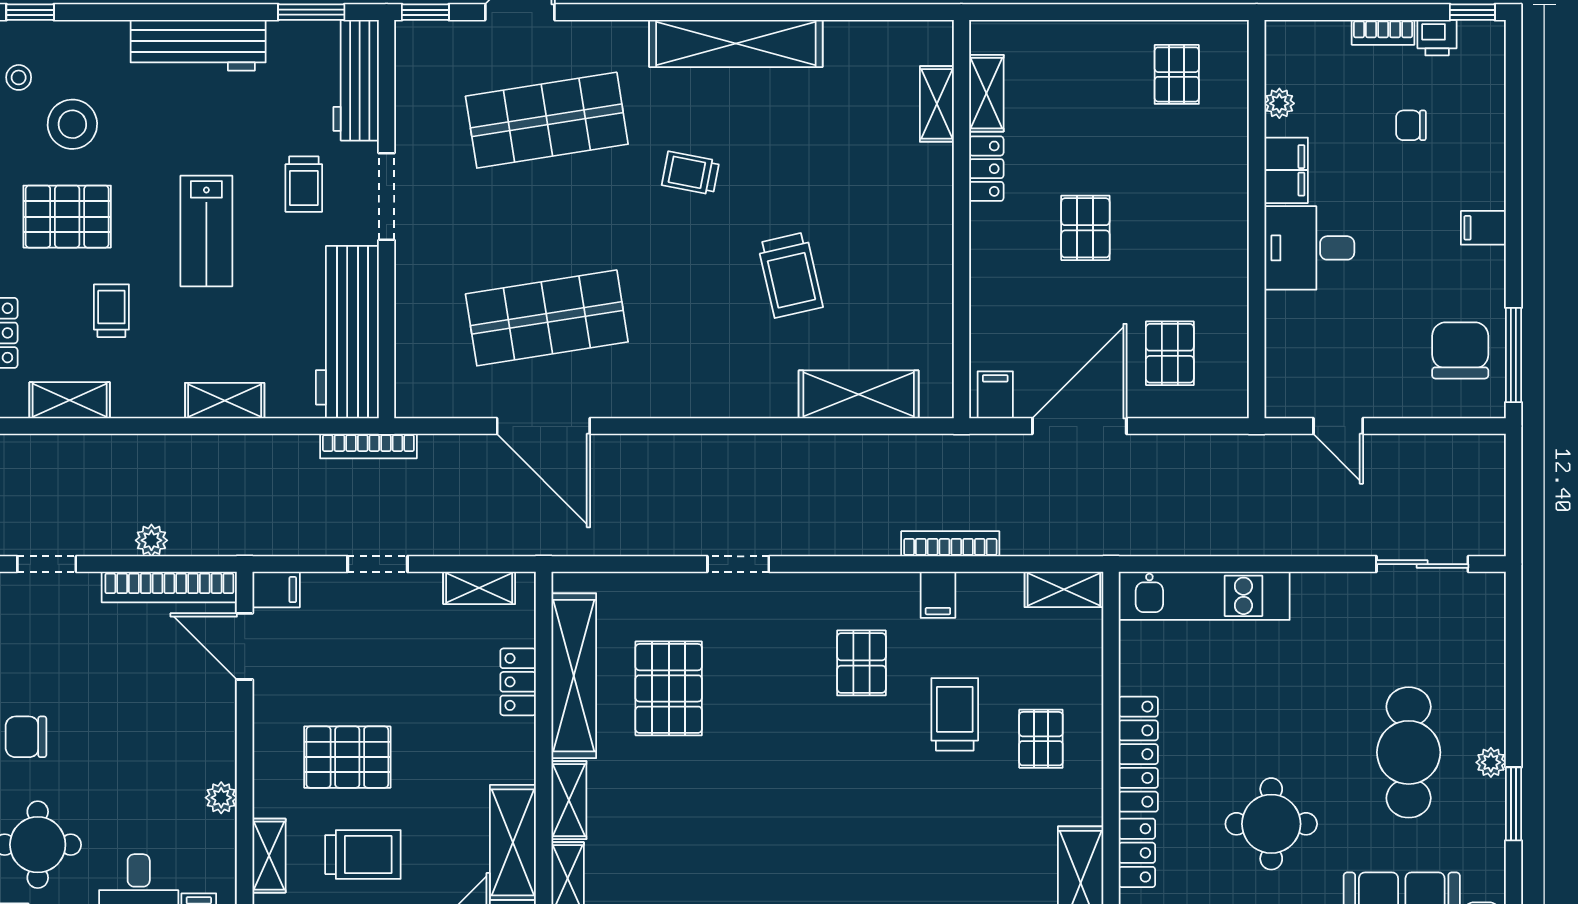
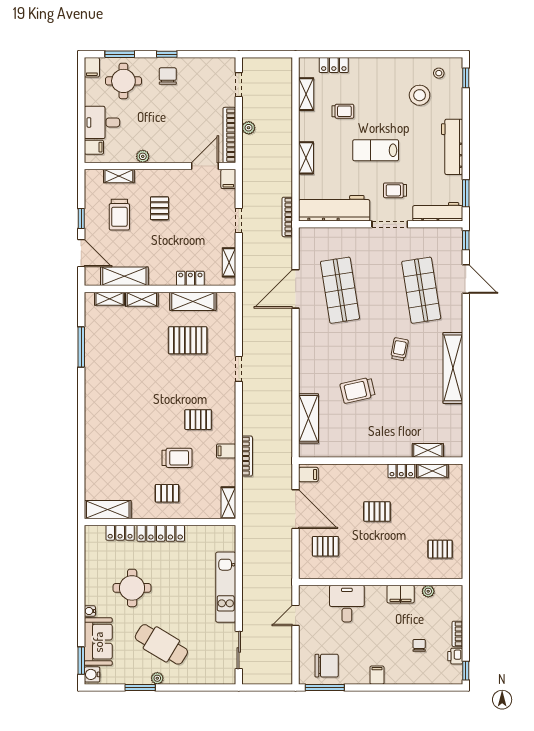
pallet: (67, 217) -> (382, 93), removed
desk: (1309, 248) -> (347, 604), moved
kitchen unit: (1204, 596) -> (226, 587), moved
shelving: (574, 676) -> (193, 301), width x0.68
cafe table: (1409, 752) -> (161, 644), turned 31
pallet: (347, 757) -> (159, 208), width x0.67, depth x0.71

